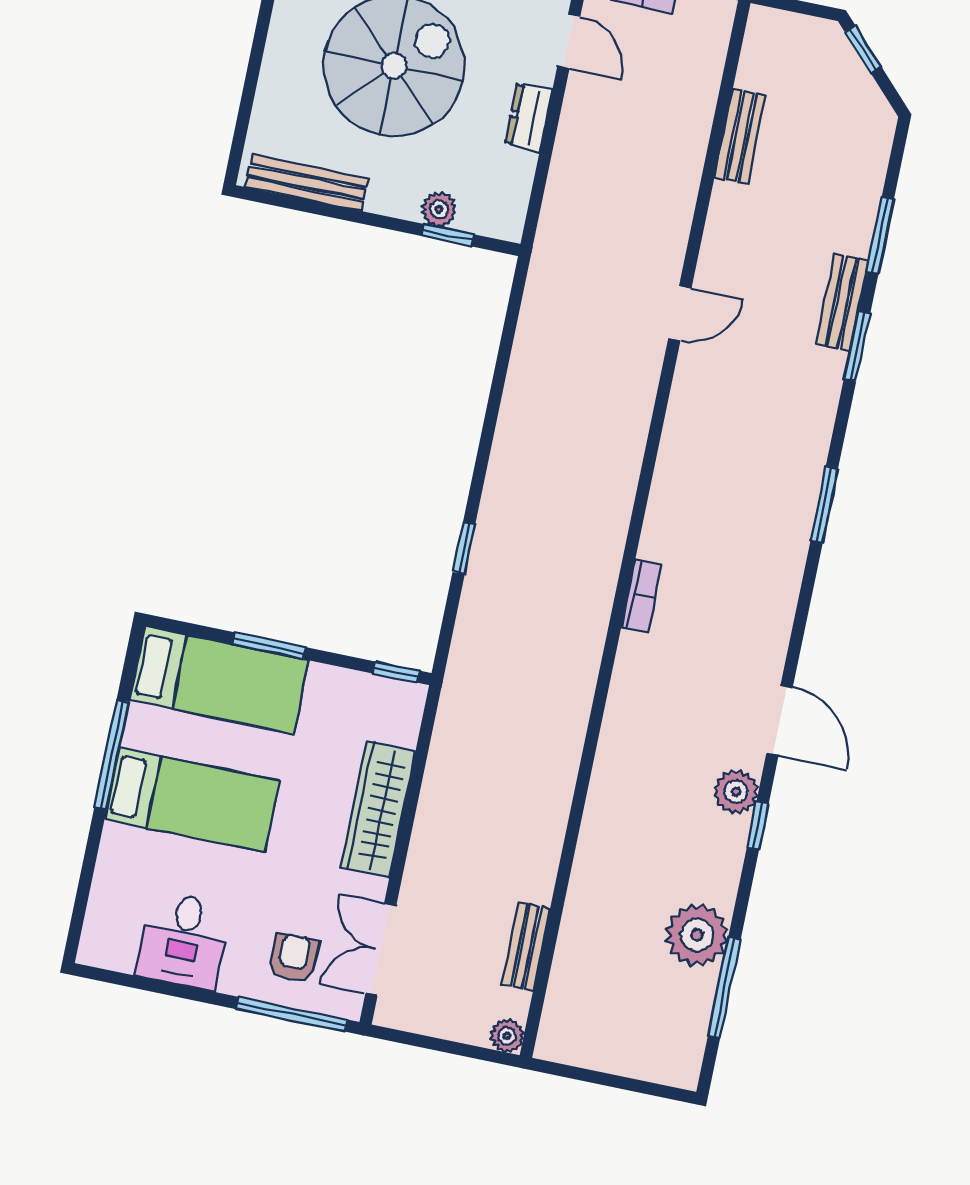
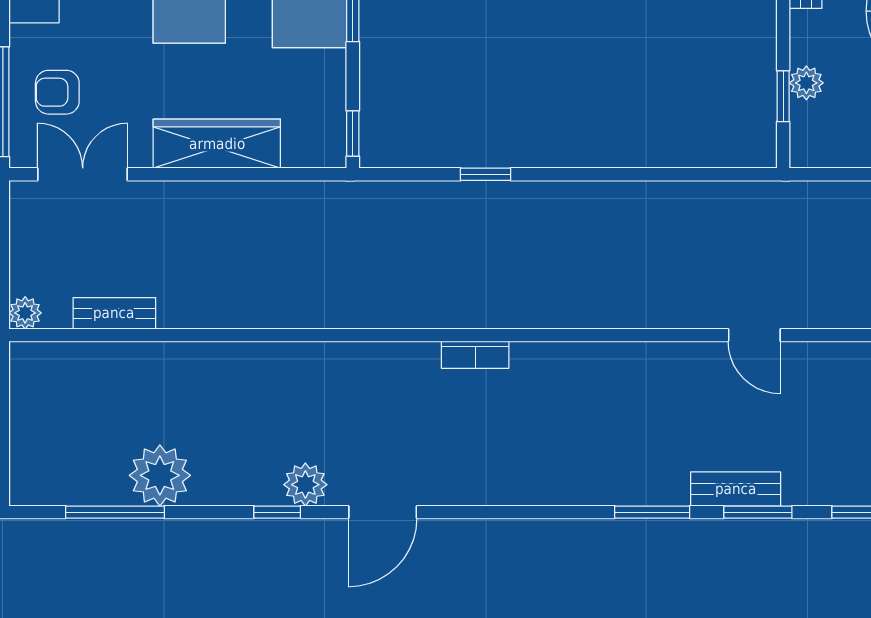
bench: (842, 302) -> (736, 489), moved
window: (824, 505) -> (652, 512), moved
armchair: (294, 958) -> (57, 92), turned 180

